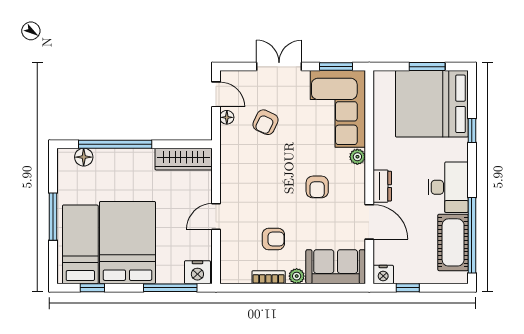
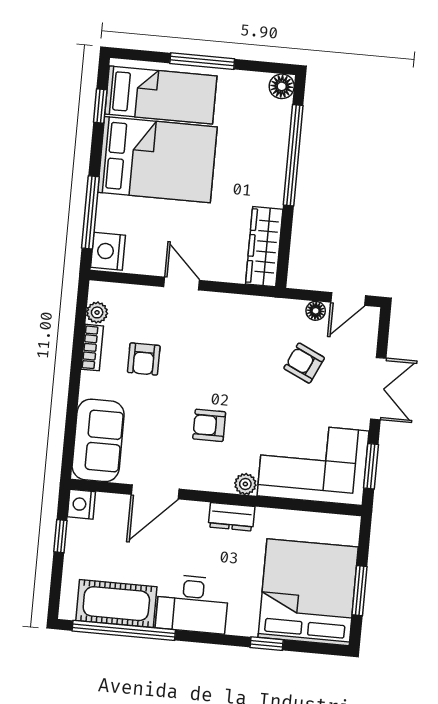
floor lamp: (84, 157) -> (282, 86), moved
dresser: (382, 186) -> (231, 517), moved
plant: (297, 276) -> (97, 312), moved

